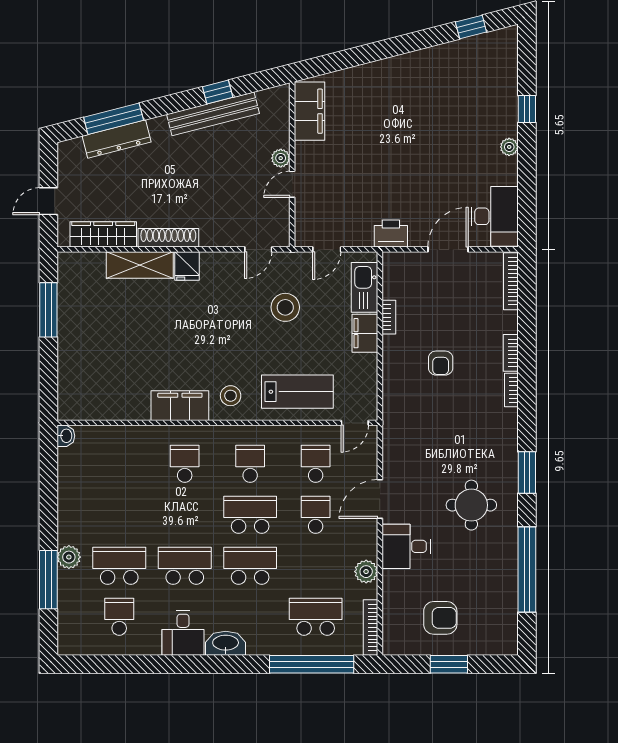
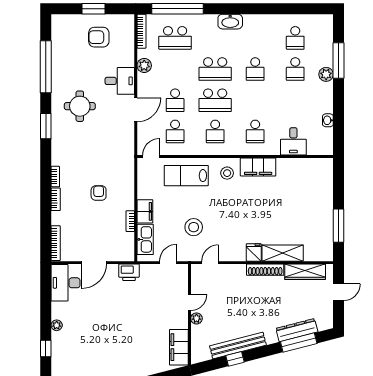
washbasin: (66, 436) -> (328, 120), moved
school desk: (119, 566) -> (295, 69), width x0.54
school desk: (185, 566) -> (255, 69), width x0.54
desk: (183, 633) -> (293, 141), moved, turned 180

